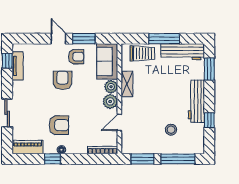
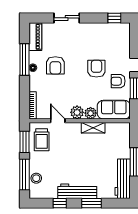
trolley: (142, 53) -> (42, 140), moved
armchair: (76, 57) -> (118, 81), turned 90
tv unit: (18, 66) -> (110, 28), removed
window: (209, 69) -> (92, 203), moved
armchair: (62, 80) -> (96, 69), turned -90
stool: (171, 130) -> (36, 178), moved
window: (52, 159) -> (24, 60), width x2.17

